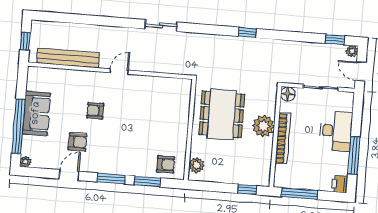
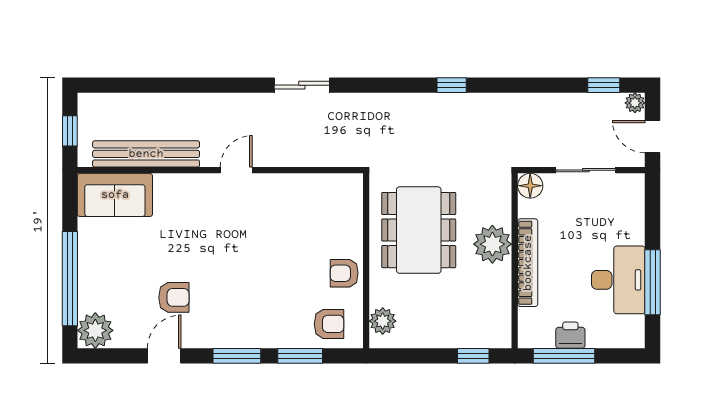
armchair: (95, 111) -> (344, 273), moved
sofa: (36, 113) -> (115, 195), moved, turned 90
desk: (336, 131) -> (618, 280), moved
plant: (25, 162) -> (95, 330), width x1.87, depth x1.87
printer: (340, 184) -> (570, 335), moved, turned 90

